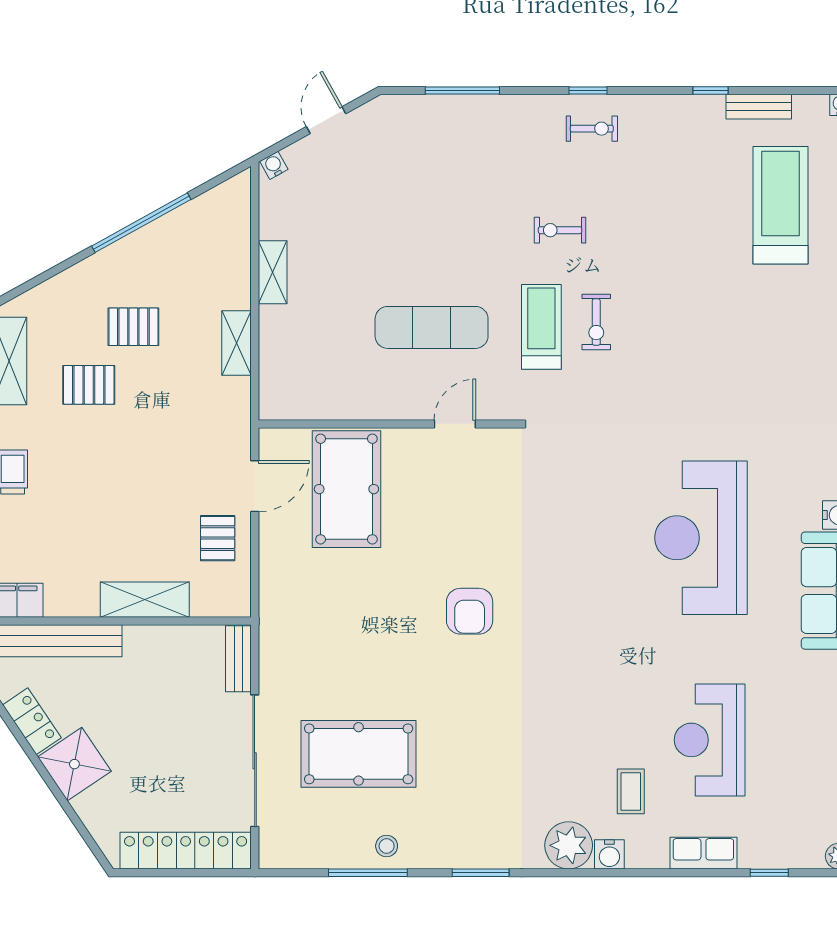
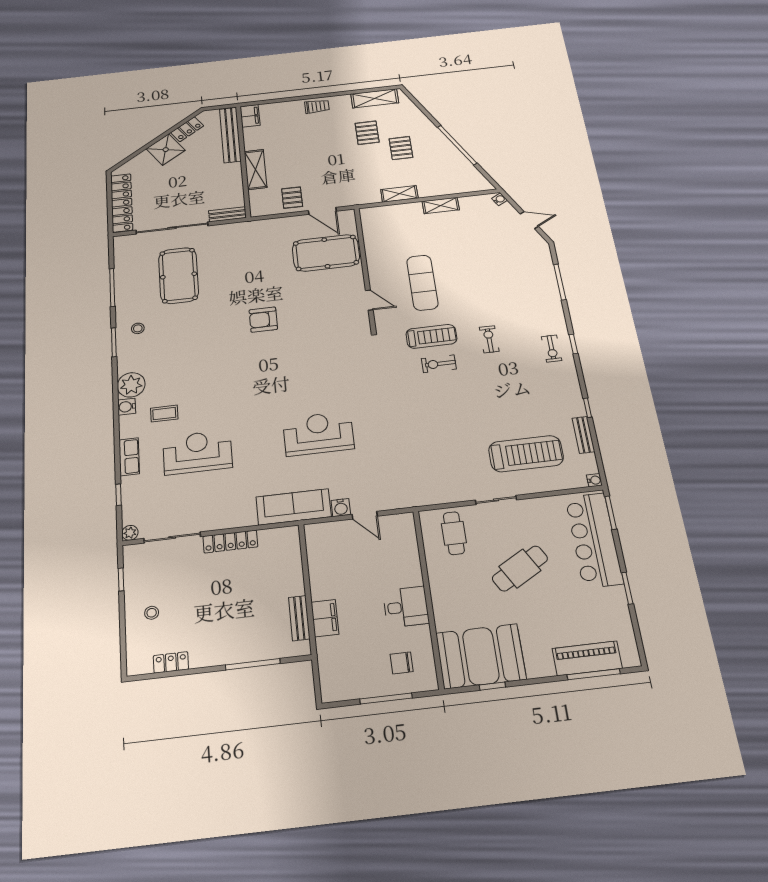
pallet: (218, 538) -> (292, 198), turned 90
reception desk: (701, 538) -> (318, 434), width x0.74, depth x0.77
stool: (387, 846) -> (138, 328), moved

